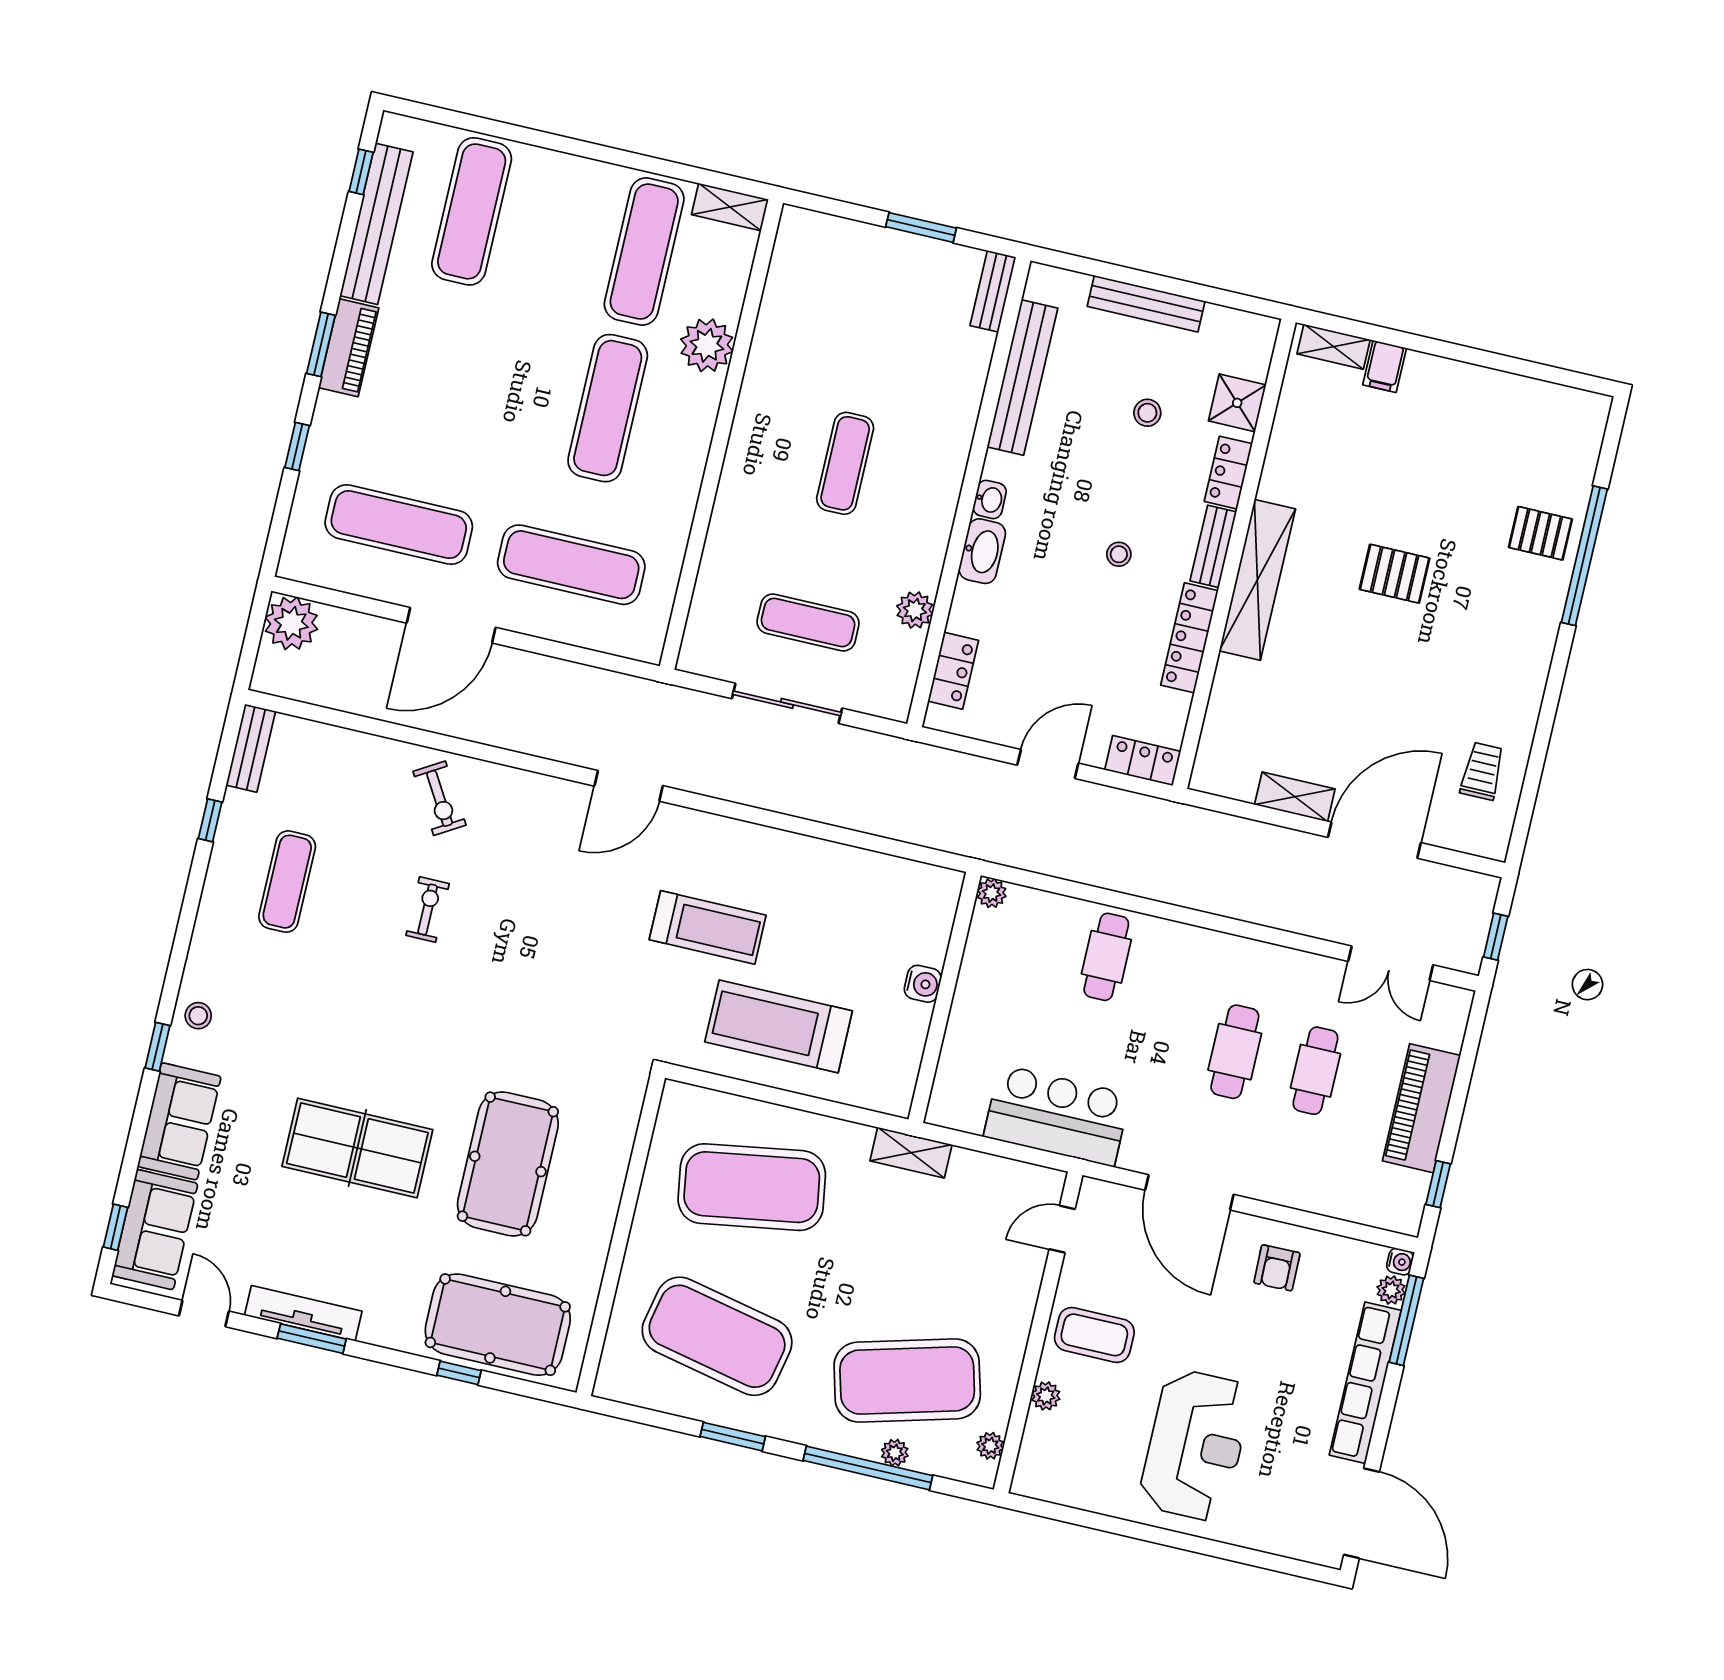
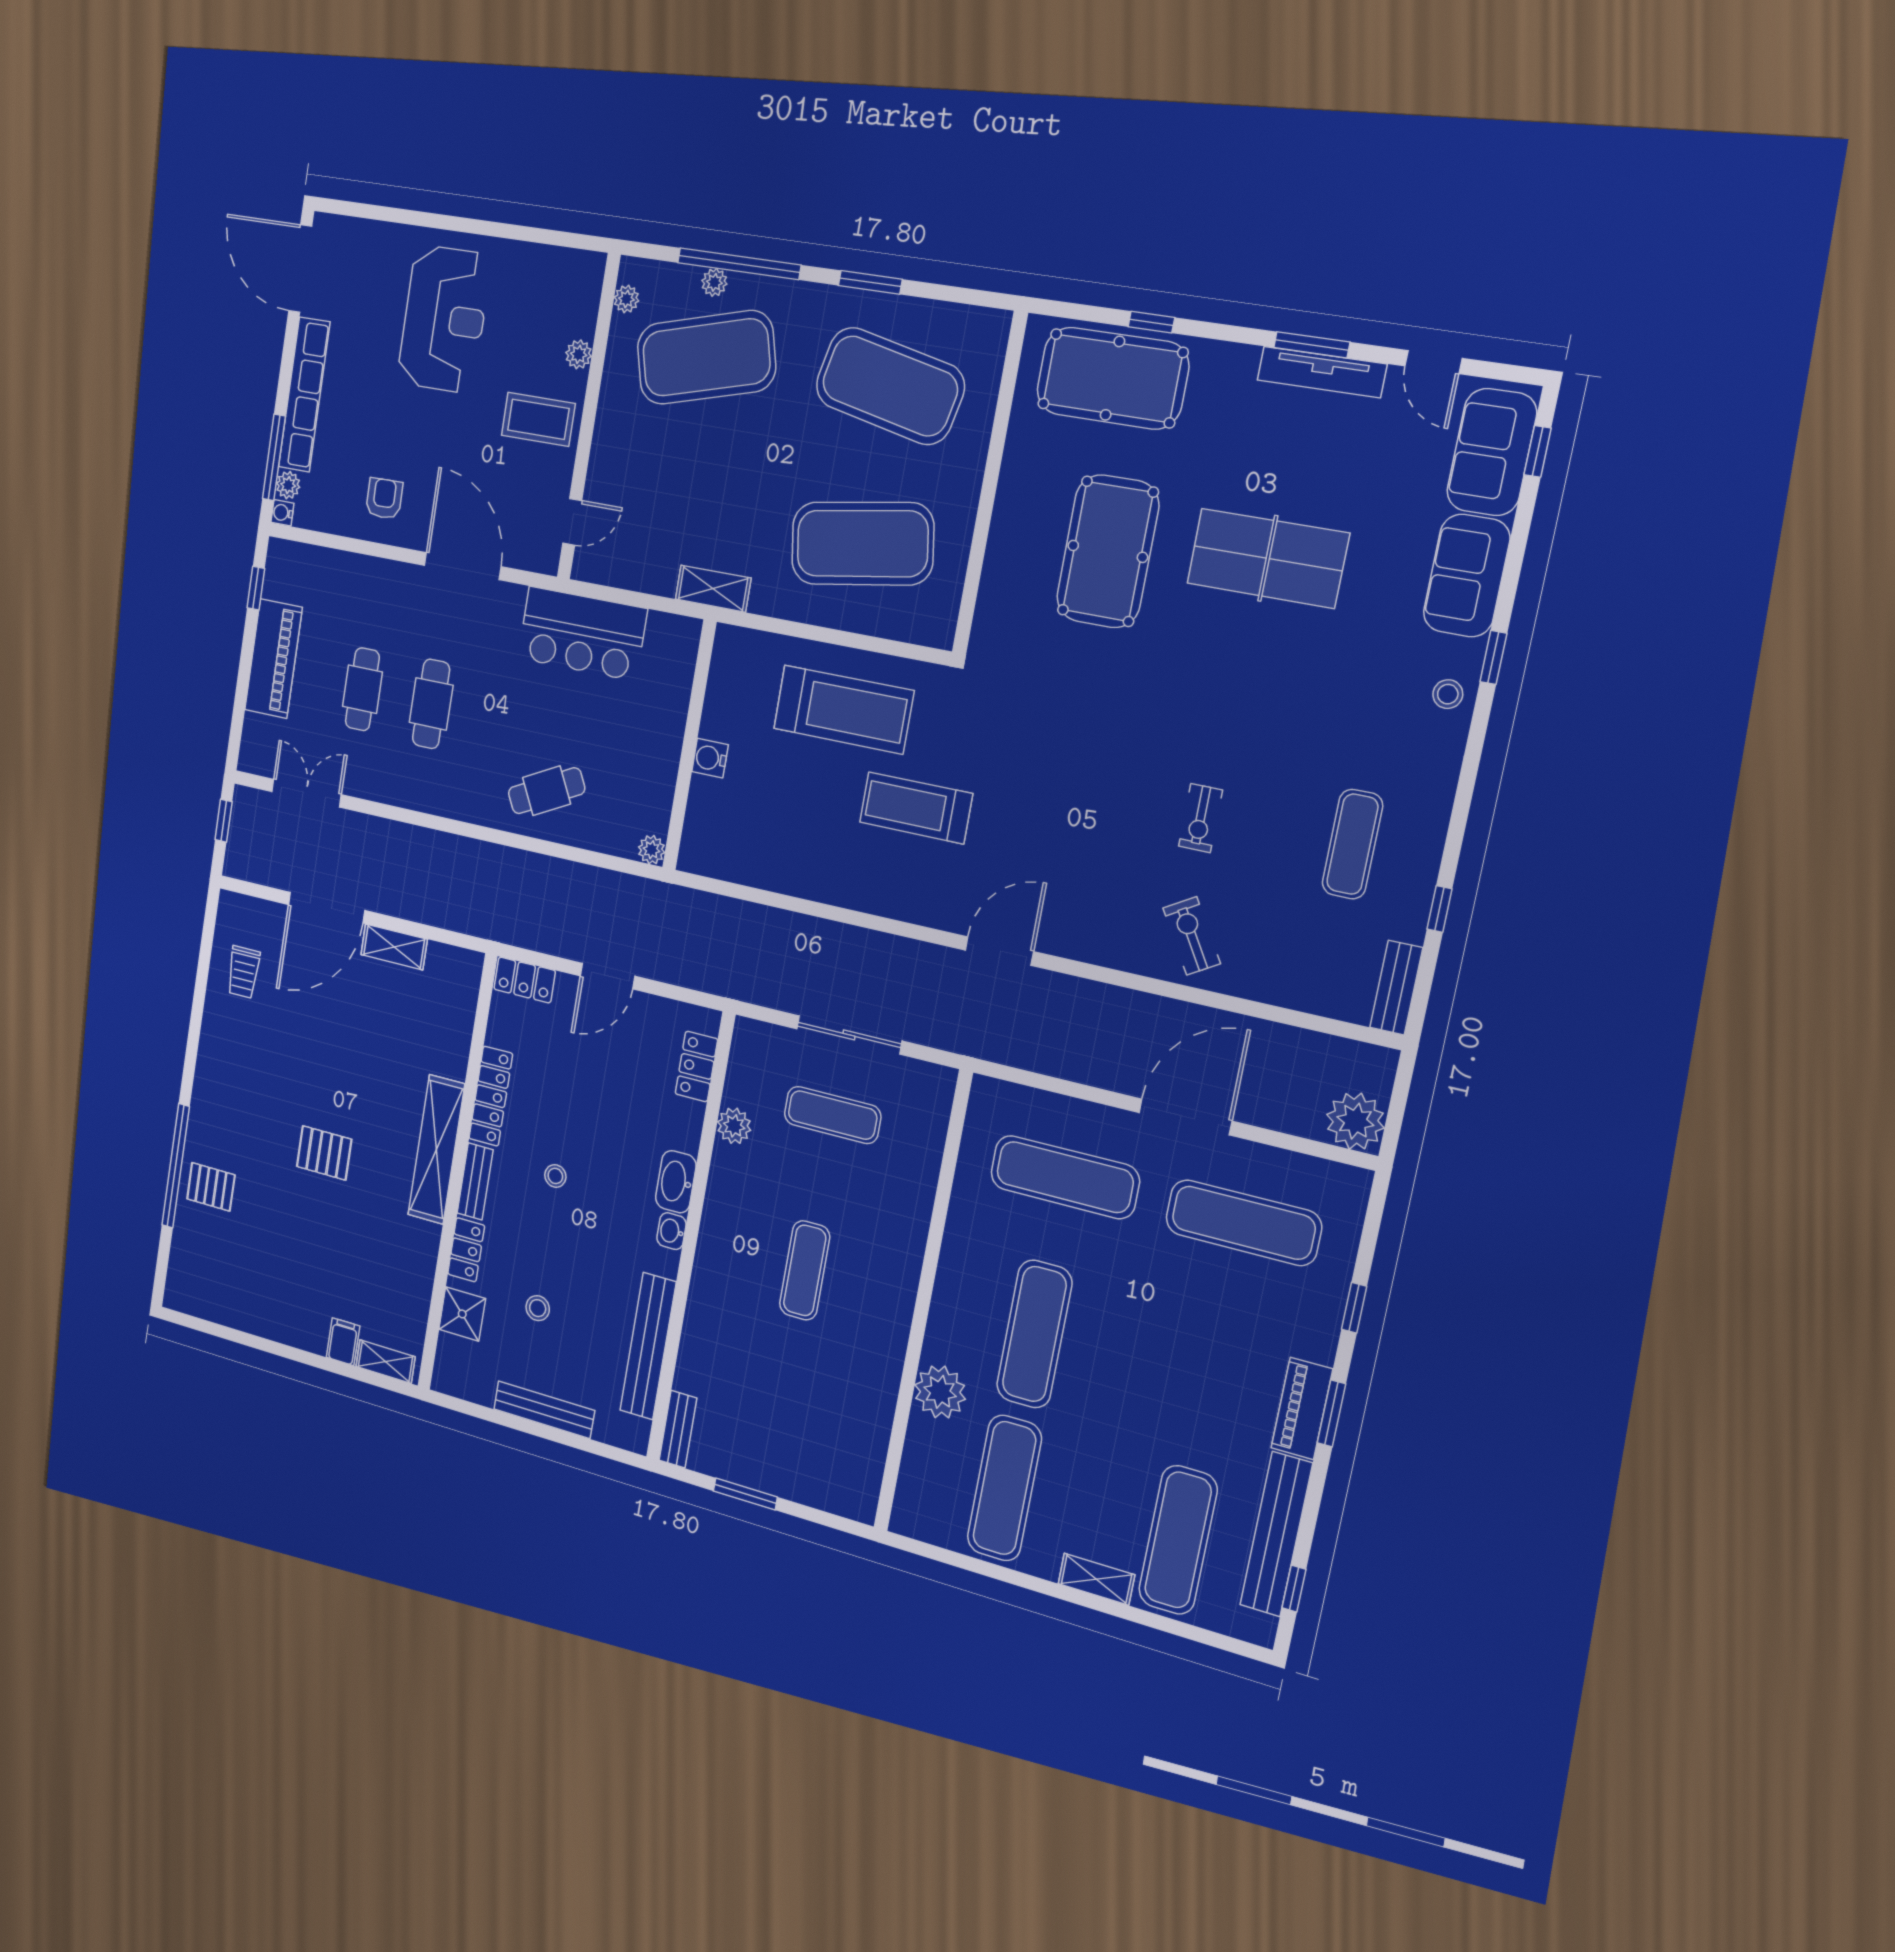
shelving: (730, 207) -> (1096, 1579), moved
cafe table: (1106, 957) -> (547, 791), turned 63
reception desk: (1196, 1445) -> (444, 319), turned 180

